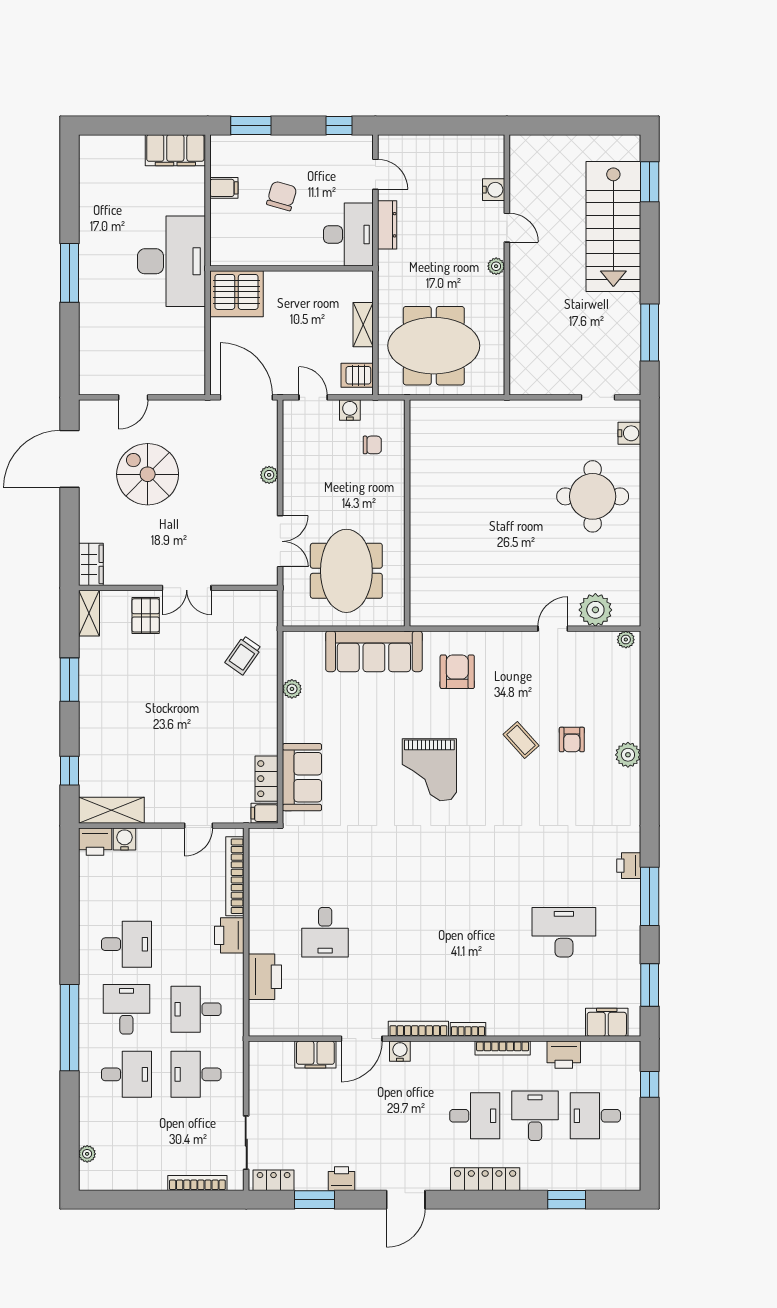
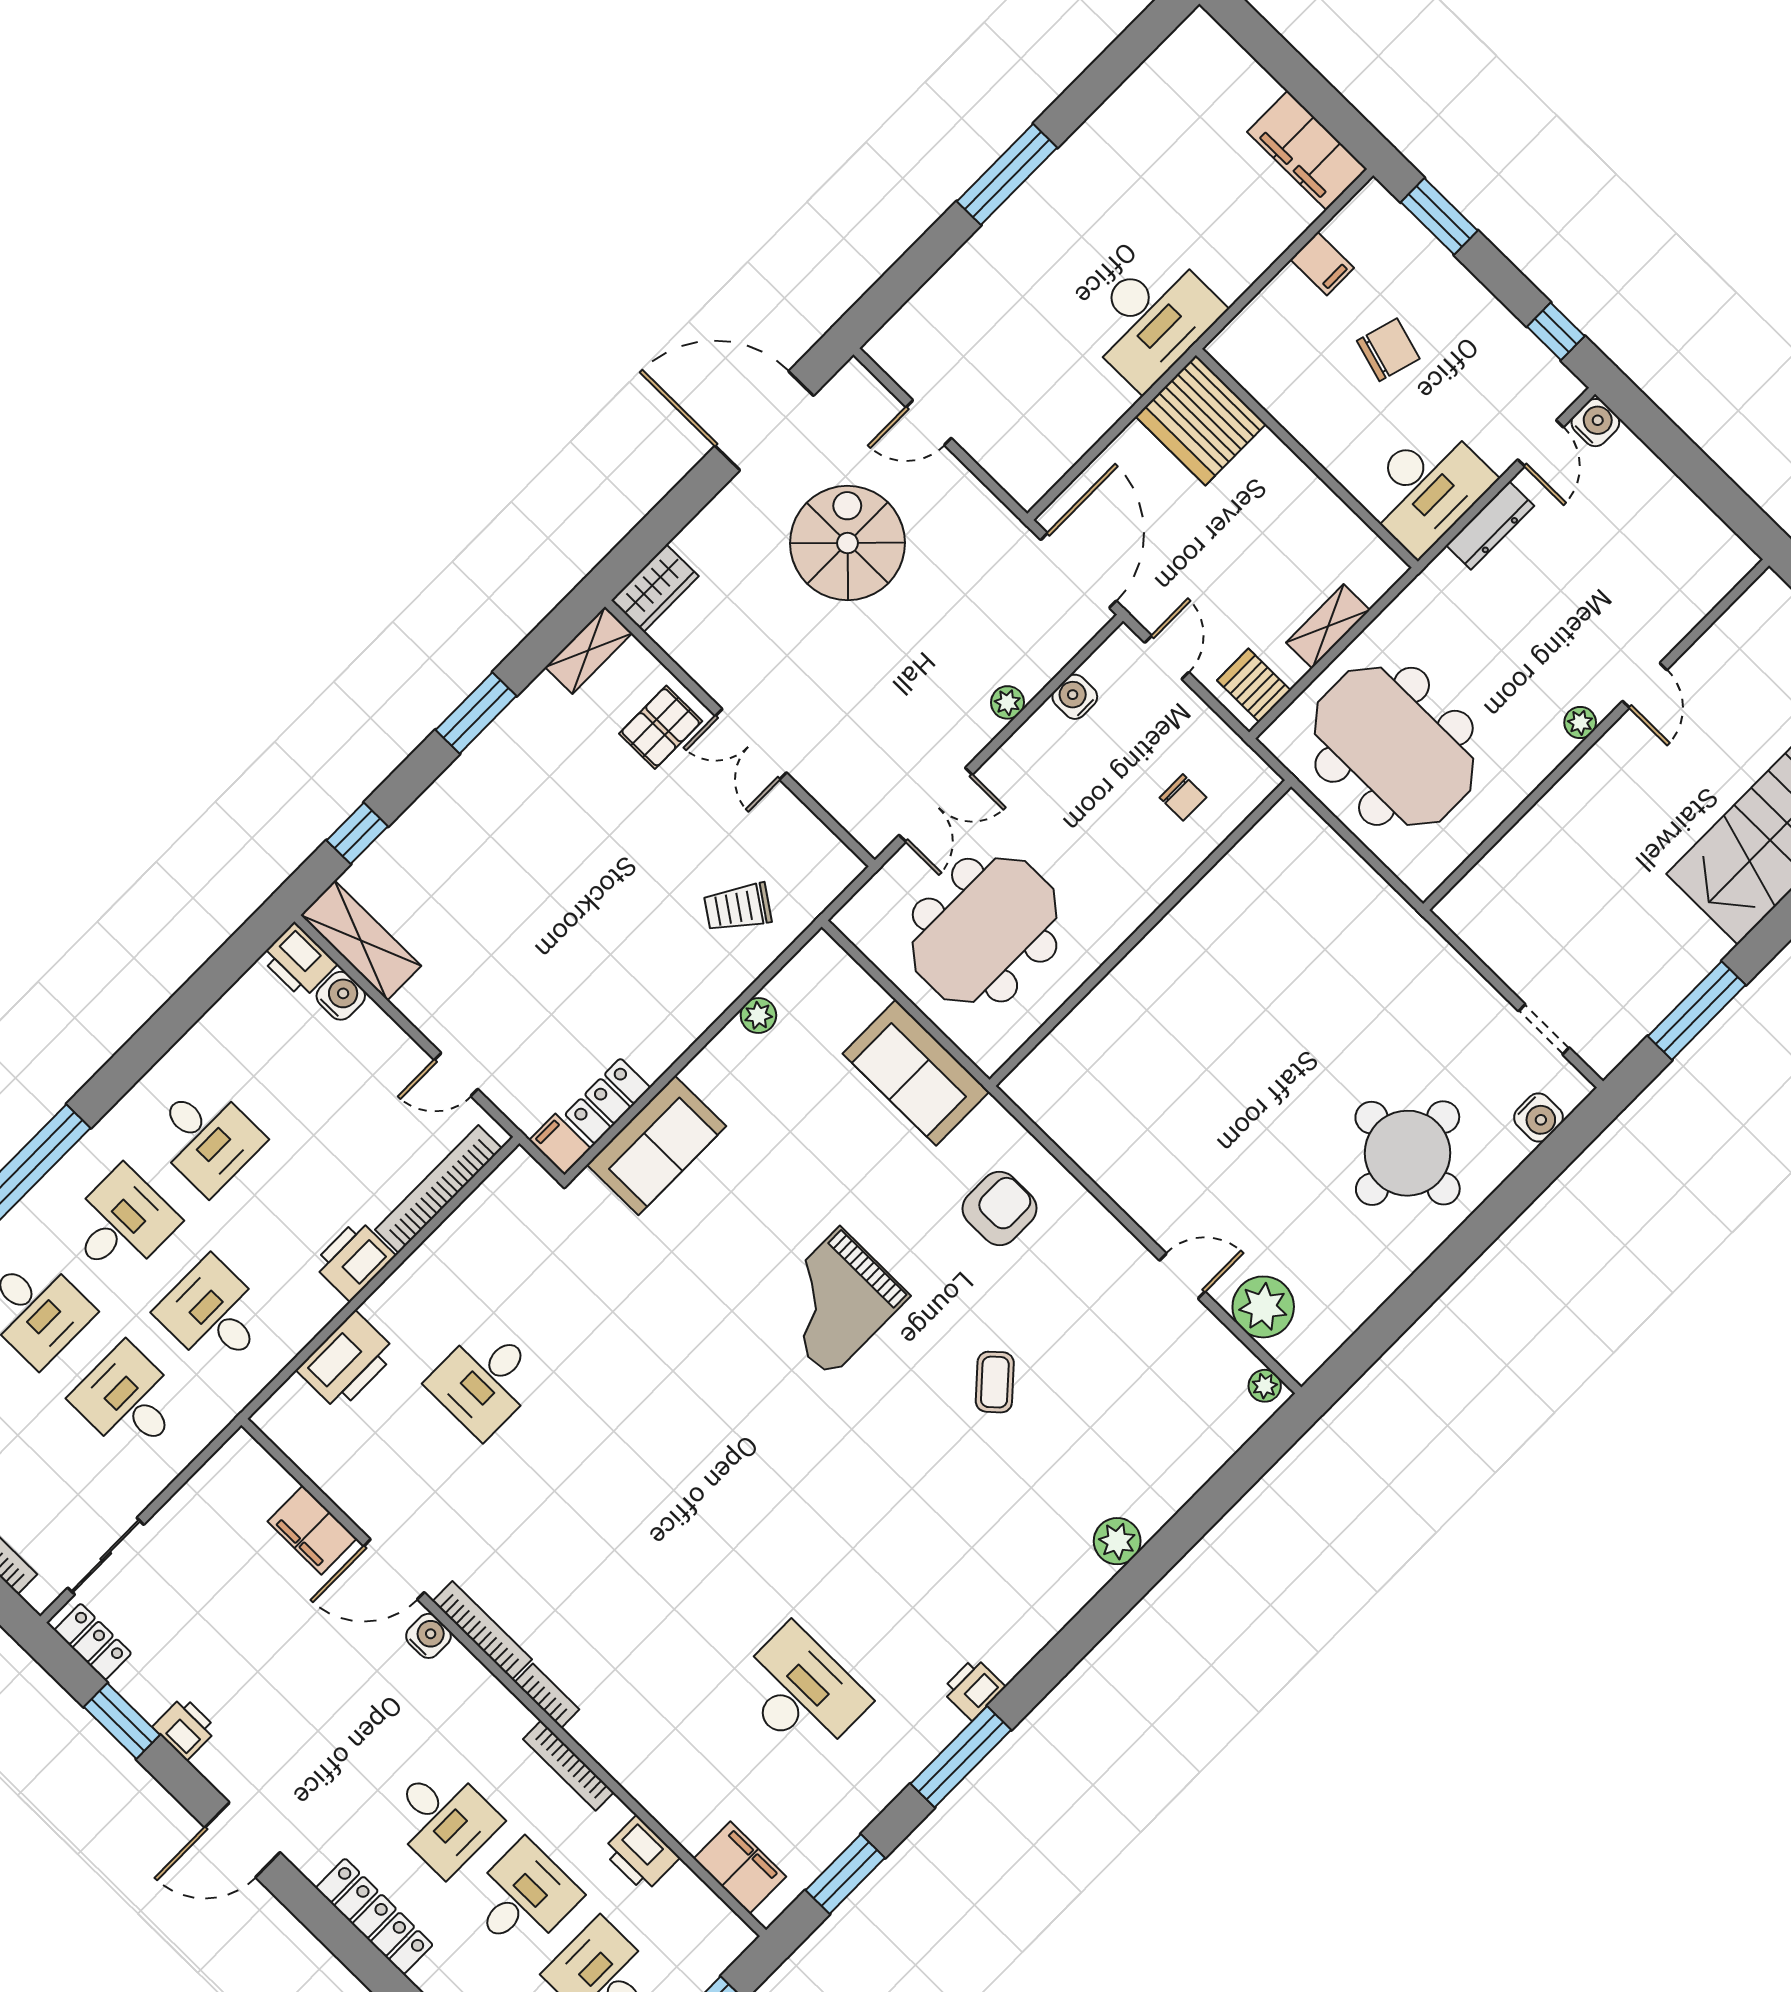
water cooler: (494, 190) -> (1595, 423), moved, turned -90
desk: (172, 261) -> (1152, 319), width x0.73, depth x0.77
water cooler: (350, 410) -> (1075, 697), moved, turned -90
sofa: (374, 651) -> (916, 1073), width x0.73
armchair: (572, 740) -> (1063, 1448), removed

